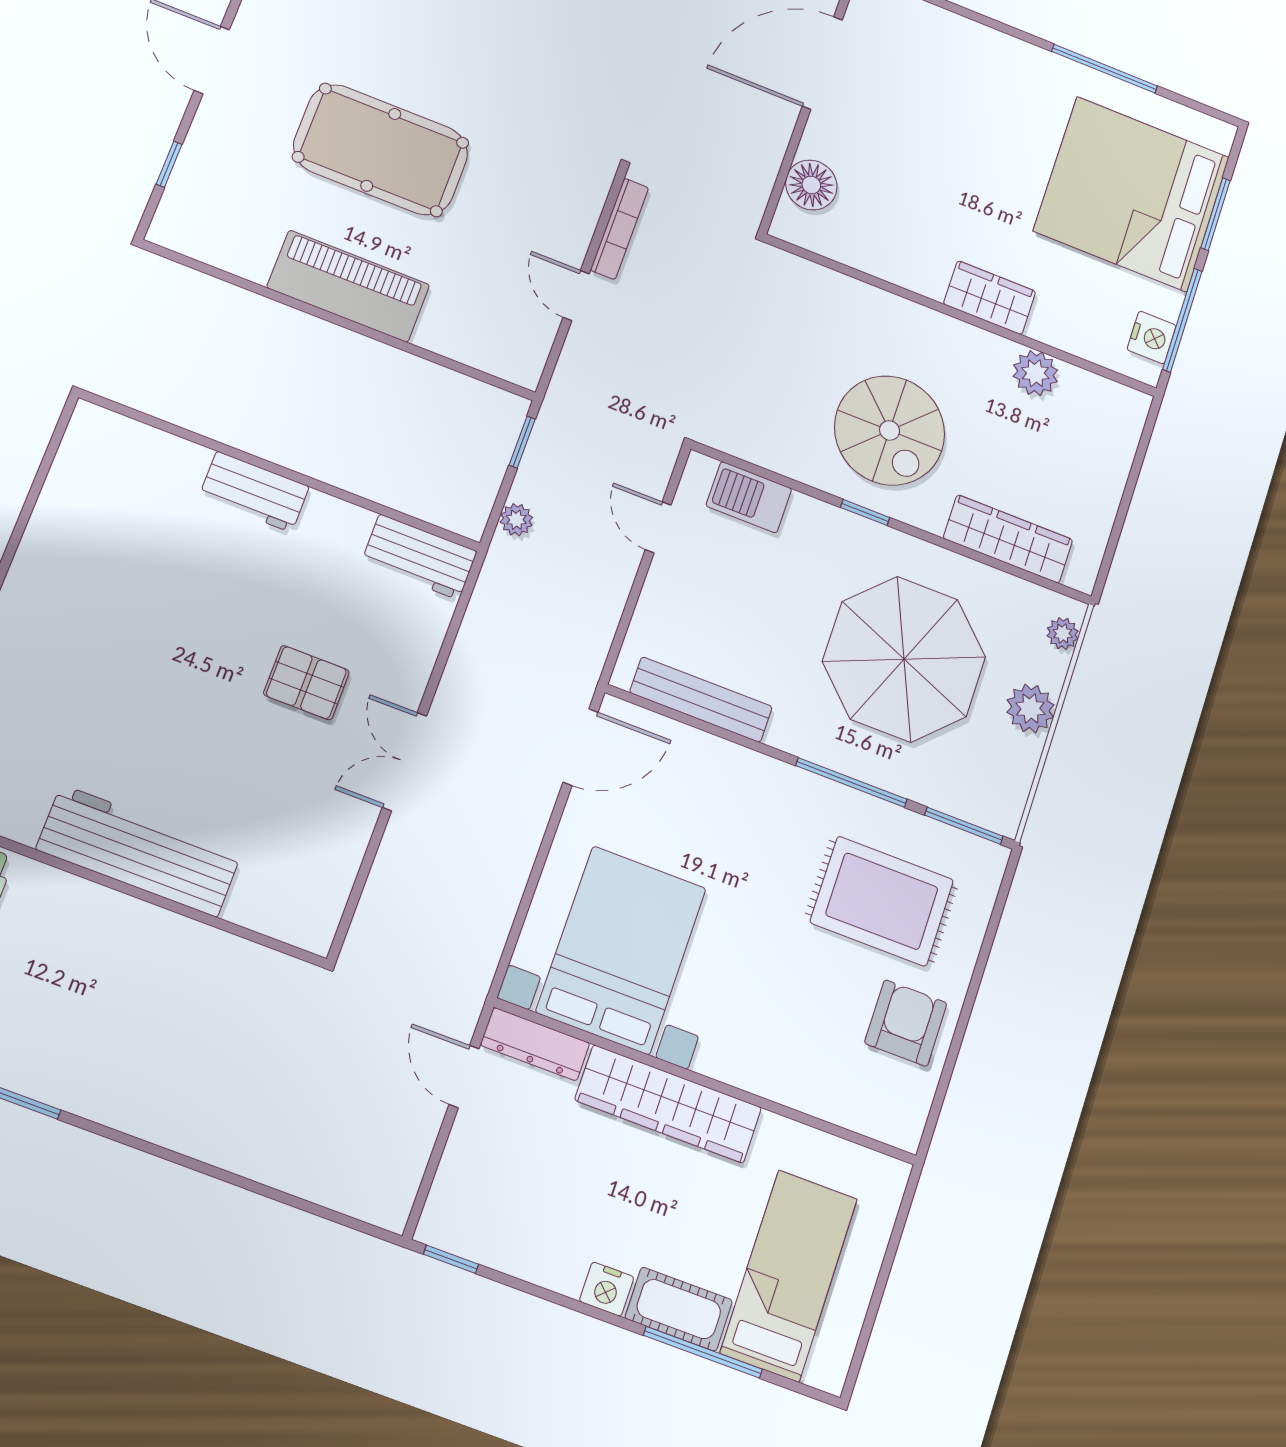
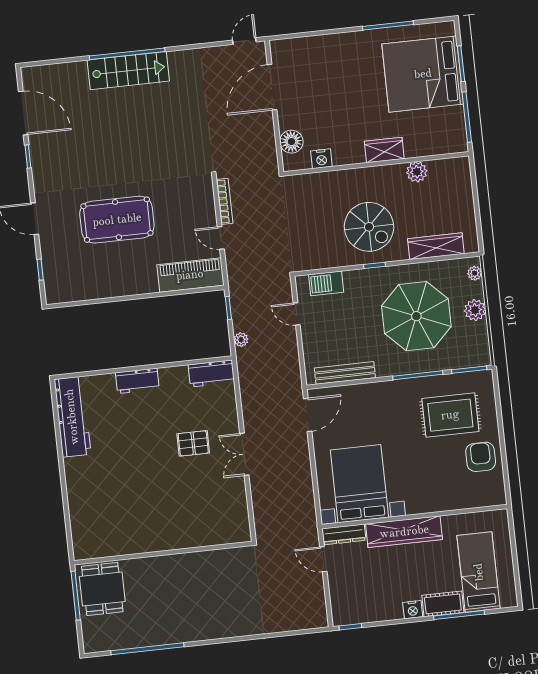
piano: (348, 286) -> (190, 275), moved
nightstand: (1152, 338) -> (321, 159), moved, turned 90
workbench: (139, 851) -> (72, 417), moved, turned 90

